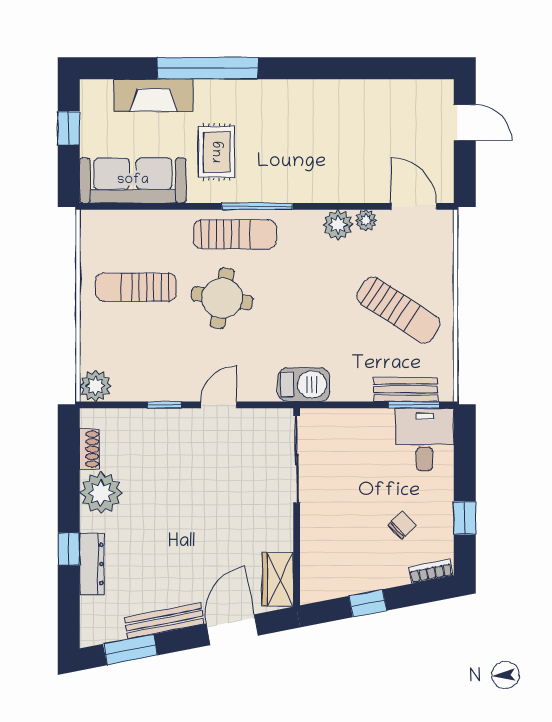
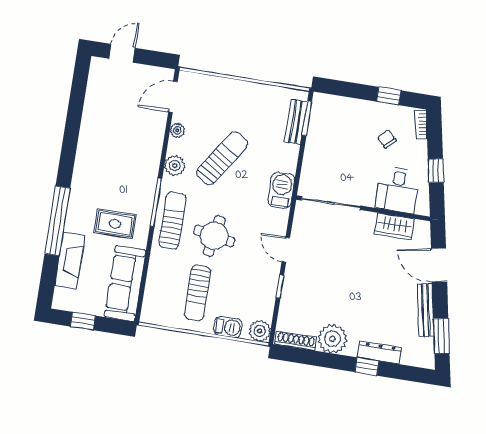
plant: (338, 225) -> (175, 165), moved
sun lounger: (399, 310) -> (222, 158), moved
barbecue: (94, 339) -> (228, 327), added
desk: (424, 439) -> (398, 190), moved, turned -90
shoe rack: (90, 449) -> (296, 341), width x1.43
wardrobe: (278, 579) -> (394, 226), moved

